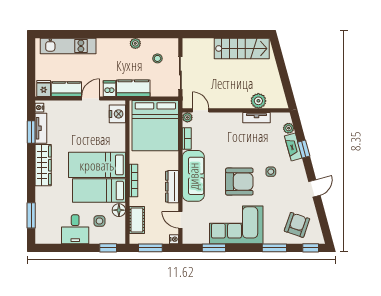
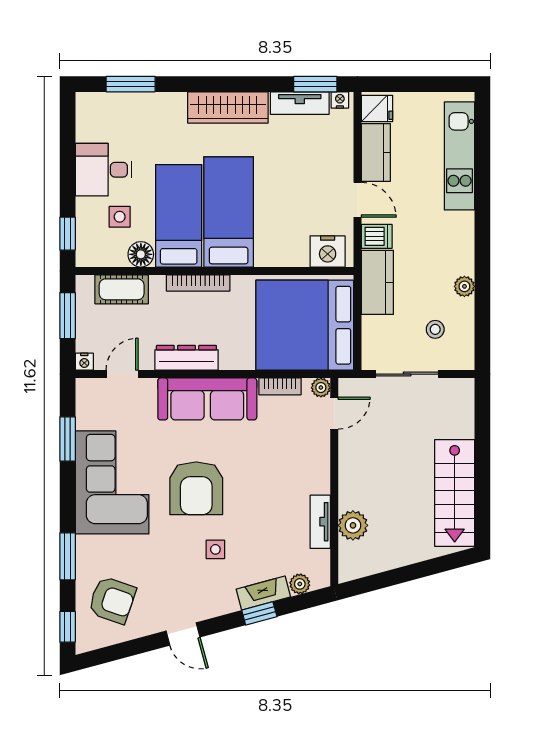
window: (31, 132) -> (315, 84), moved

